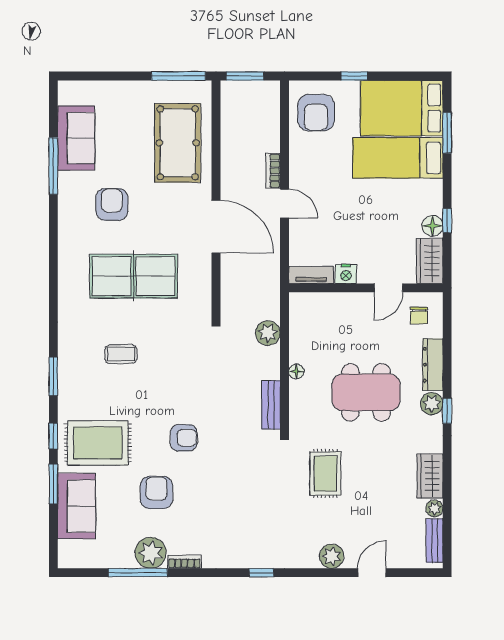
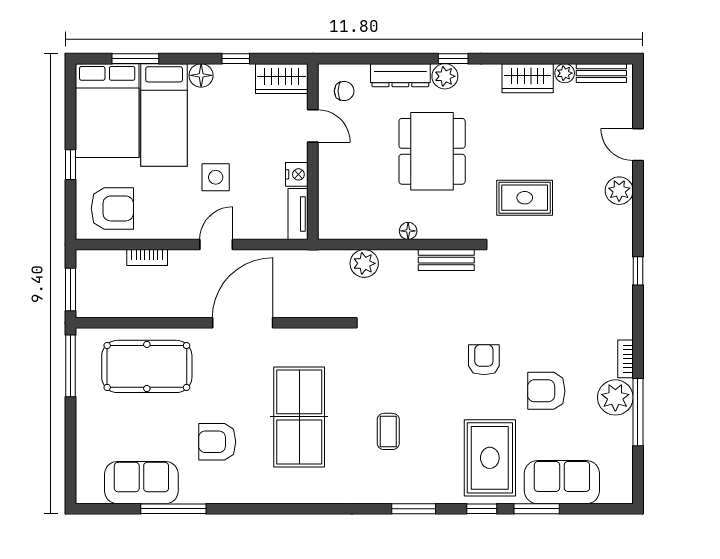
bookcase: (273, 171) -> (147, 257), moved
side table: (343, 203) -> (216, 177), added
floor lamp: (432, 226) -> (201, 75), moved

